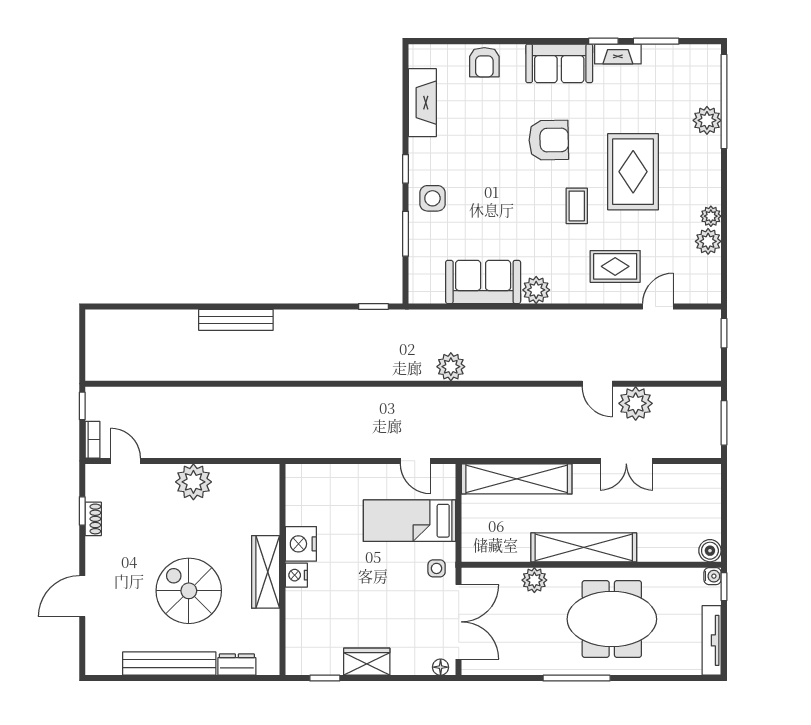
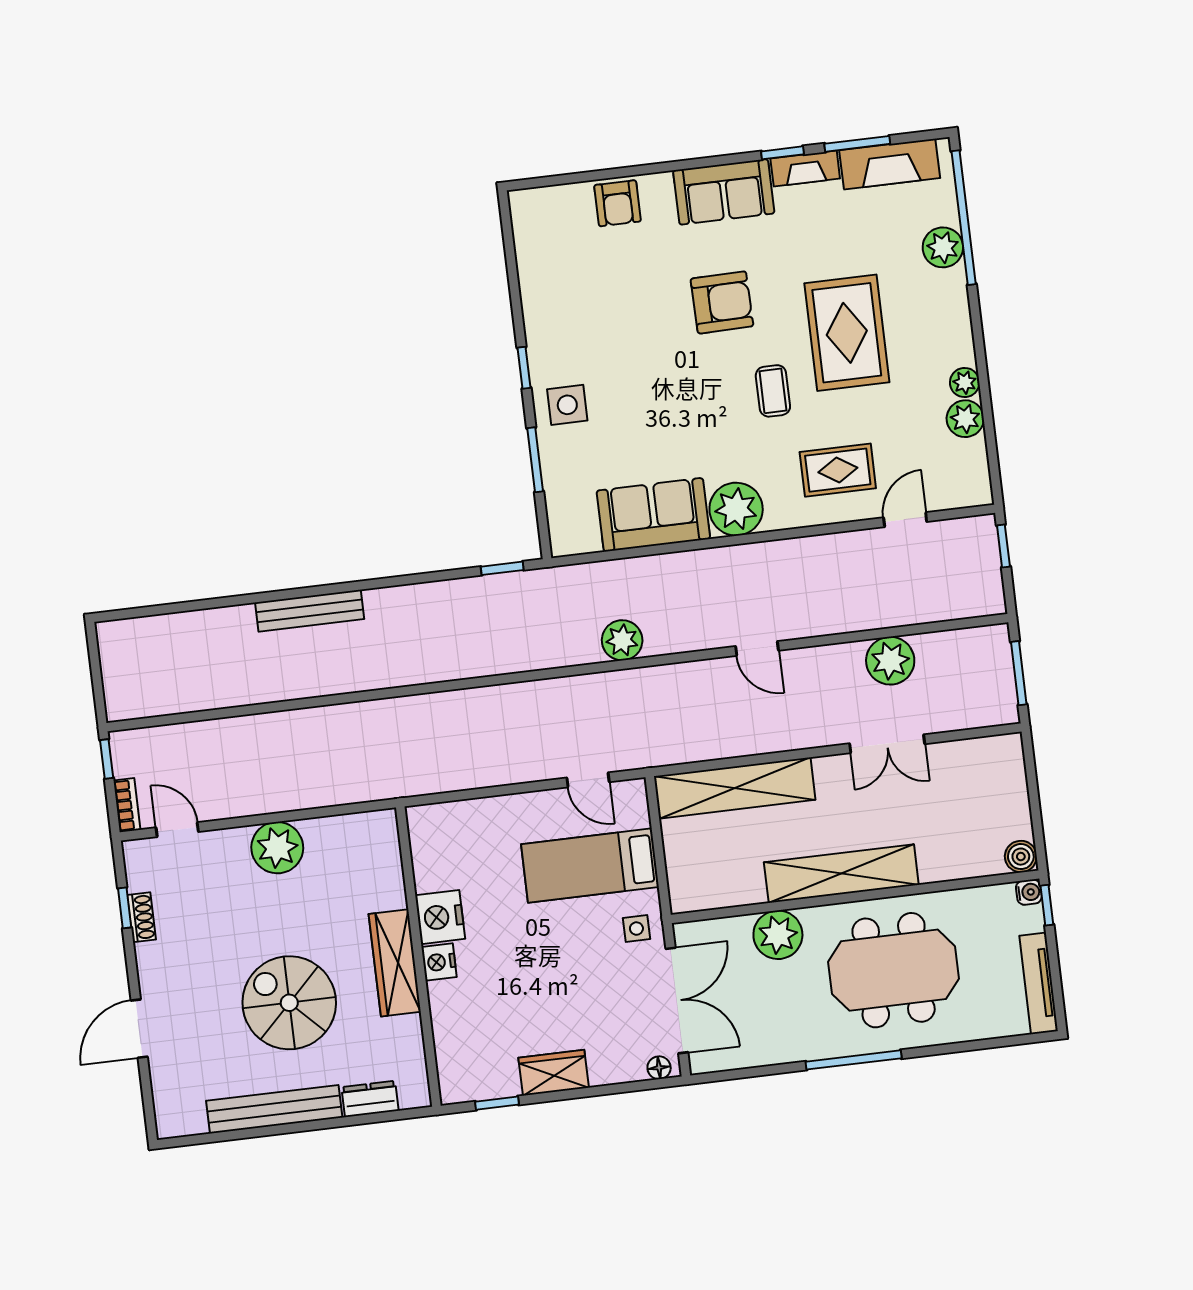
fireplace: (422, 103) -> (890, 164), moved, turned 90
plant: (536, 290) -> (736, 509), width x1.36, depth x1.36
door: (597, 384) -> (757, 648), moved
plant: (534, 580) -> (778, 935), width x1.36, depth x1.36

